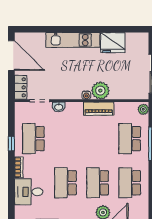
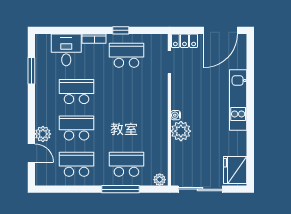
fridge: (113, 43) -> (235, 170), moved
washbasin: (59, 107) -> (162, 84), removed
piano: (99, 109) -> (160, 129), removed

